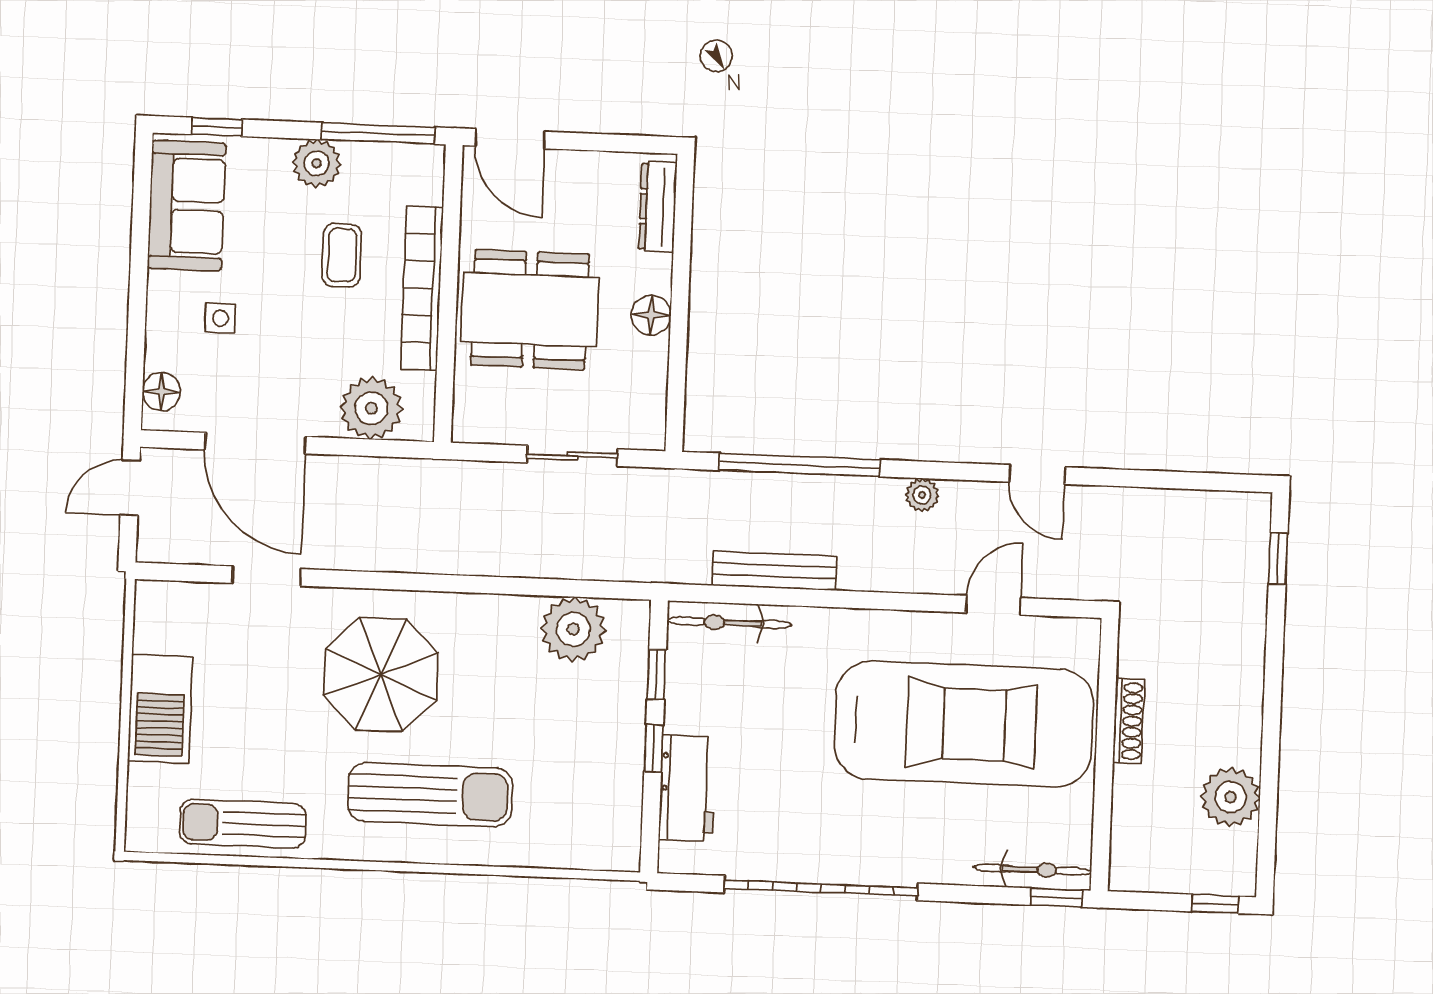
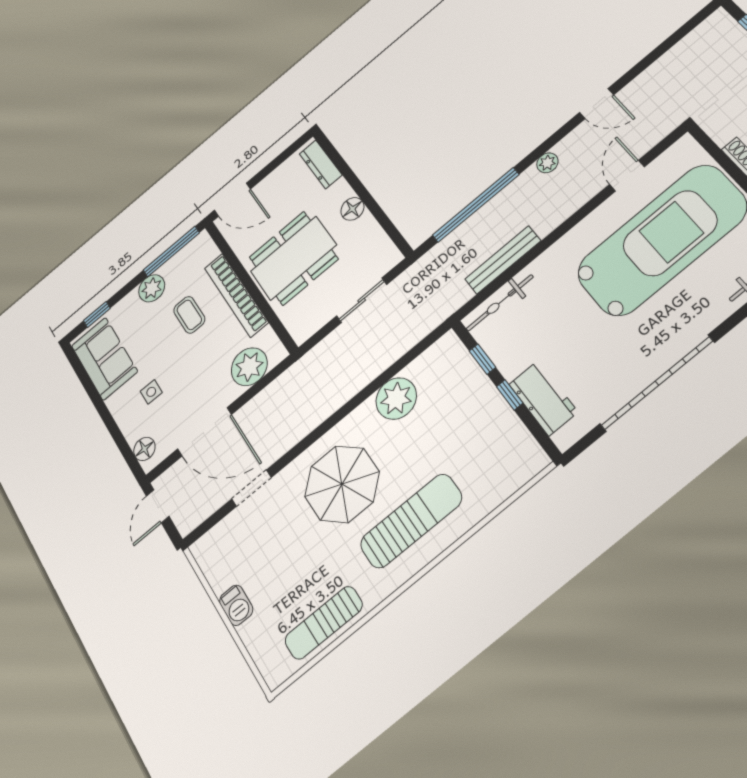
plant: (573, 629) -> (396, 399), moved
barbecue: (160, 709) -> (236, 605), width x0.53, depth x0.65

